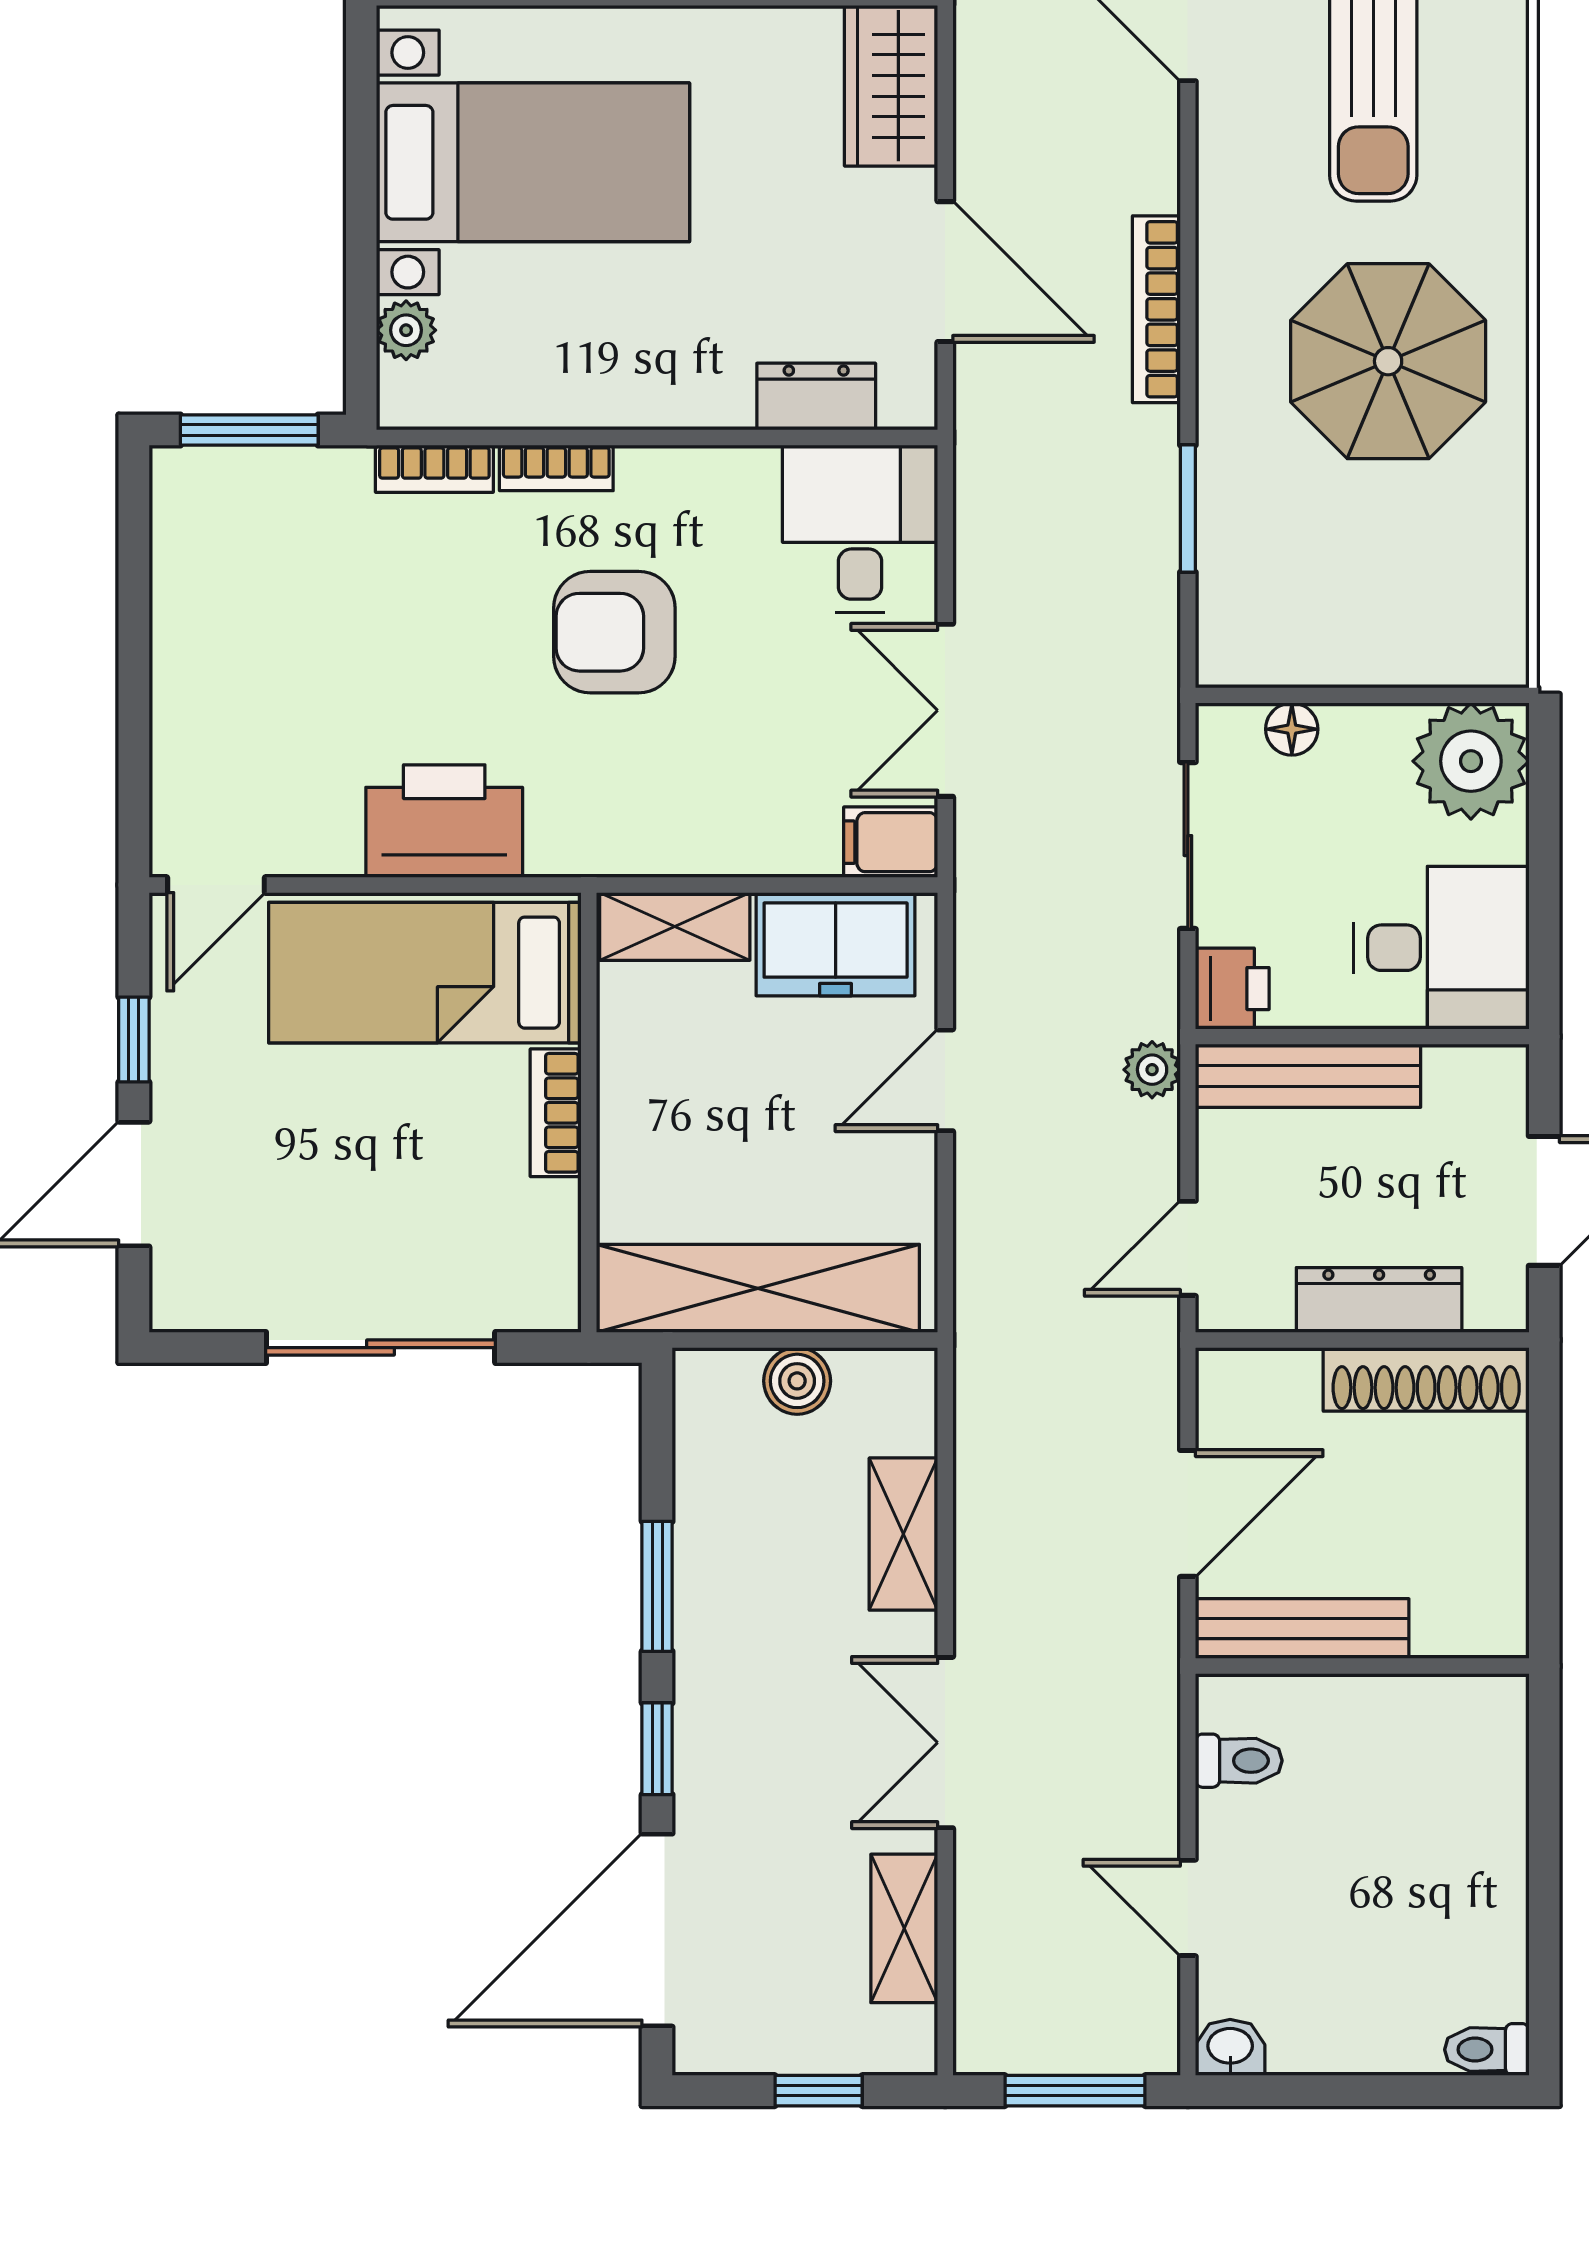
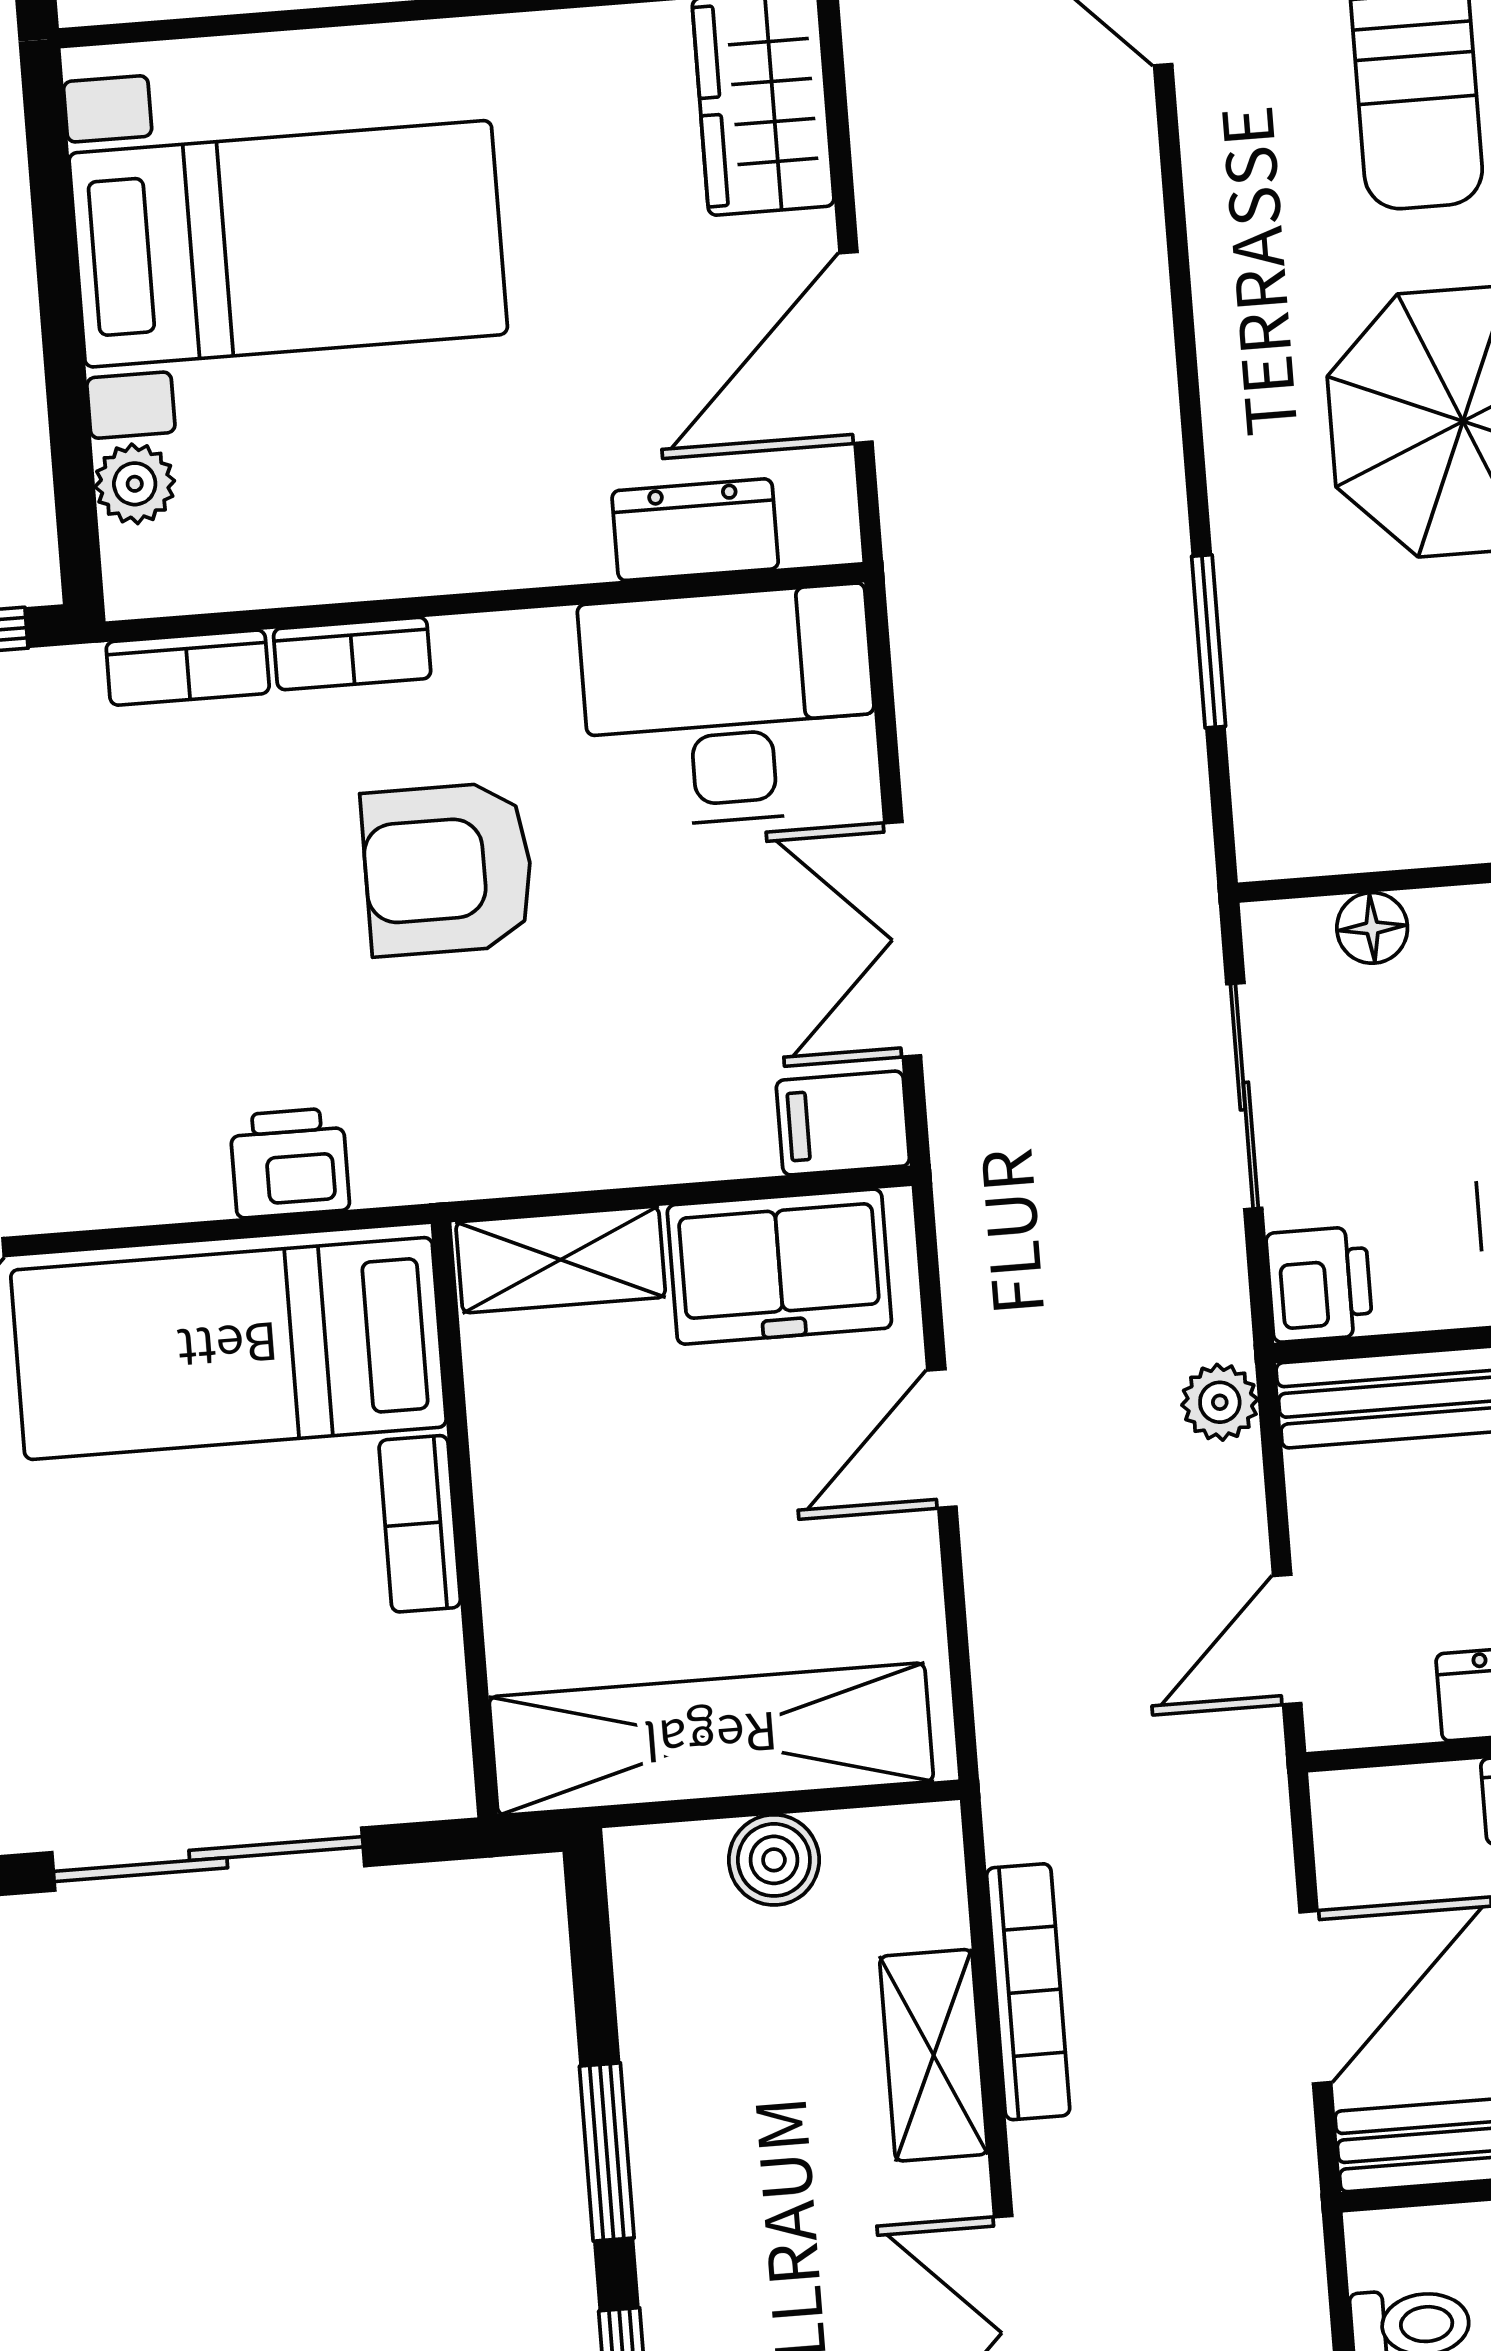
door: (945, 272) -> (856, 347), swing flipped
bookcase: (1156, 309) -> (1028, 1992), moved, turned 180
desk: (860, 529) -> (729, 707), width x1.37
printer: (444, 821) -> (290, 1163), width x0.53, depth x0.68

